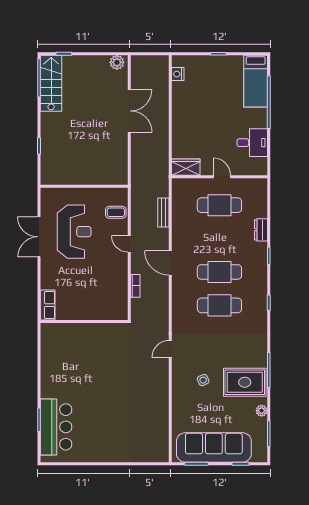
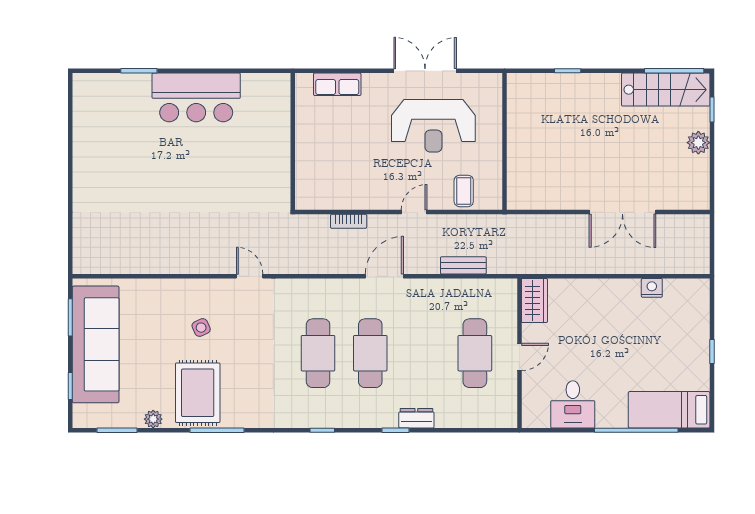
plant: (117, 62) -> (698, 143), moved
nightstand: (178, 74) -> (652, 288), moved
dresser: (261, 230) -> (416, 418), moved
row of seats: (48, 305) -> (337, 84), moved
bar counter: (56, 427) -> (196, 97), moved

